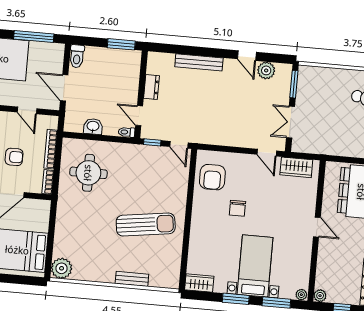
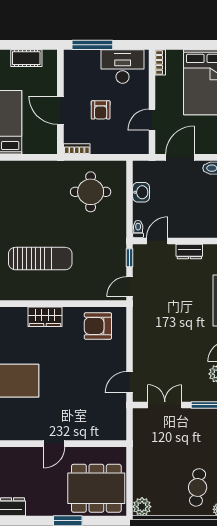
bookcase: (51, 149) -> (112, 149), removed
wardrobe: (296, 167) -> (45, 317), moved, turned -90
chair: (237, 208) -> (67, 356), removed
sun lounger: (146, 225) -> (40, 259), turned -82

